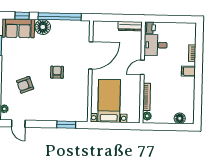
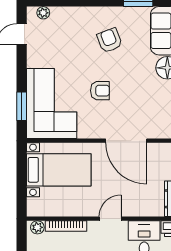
door: (142, 67) -> (110, 219), hinge flipped
armchair: (25, 85) -> (110, 40), moved
corner sofa: (65, 105) -> (52, 104), added

